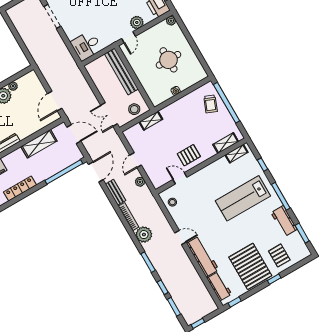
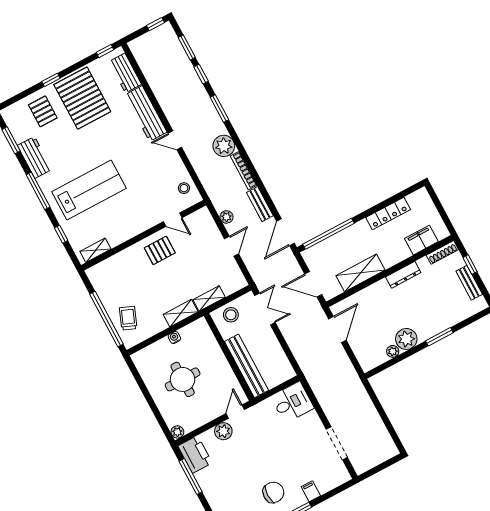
shelving: (226, 143) -> (181, 313), moved

